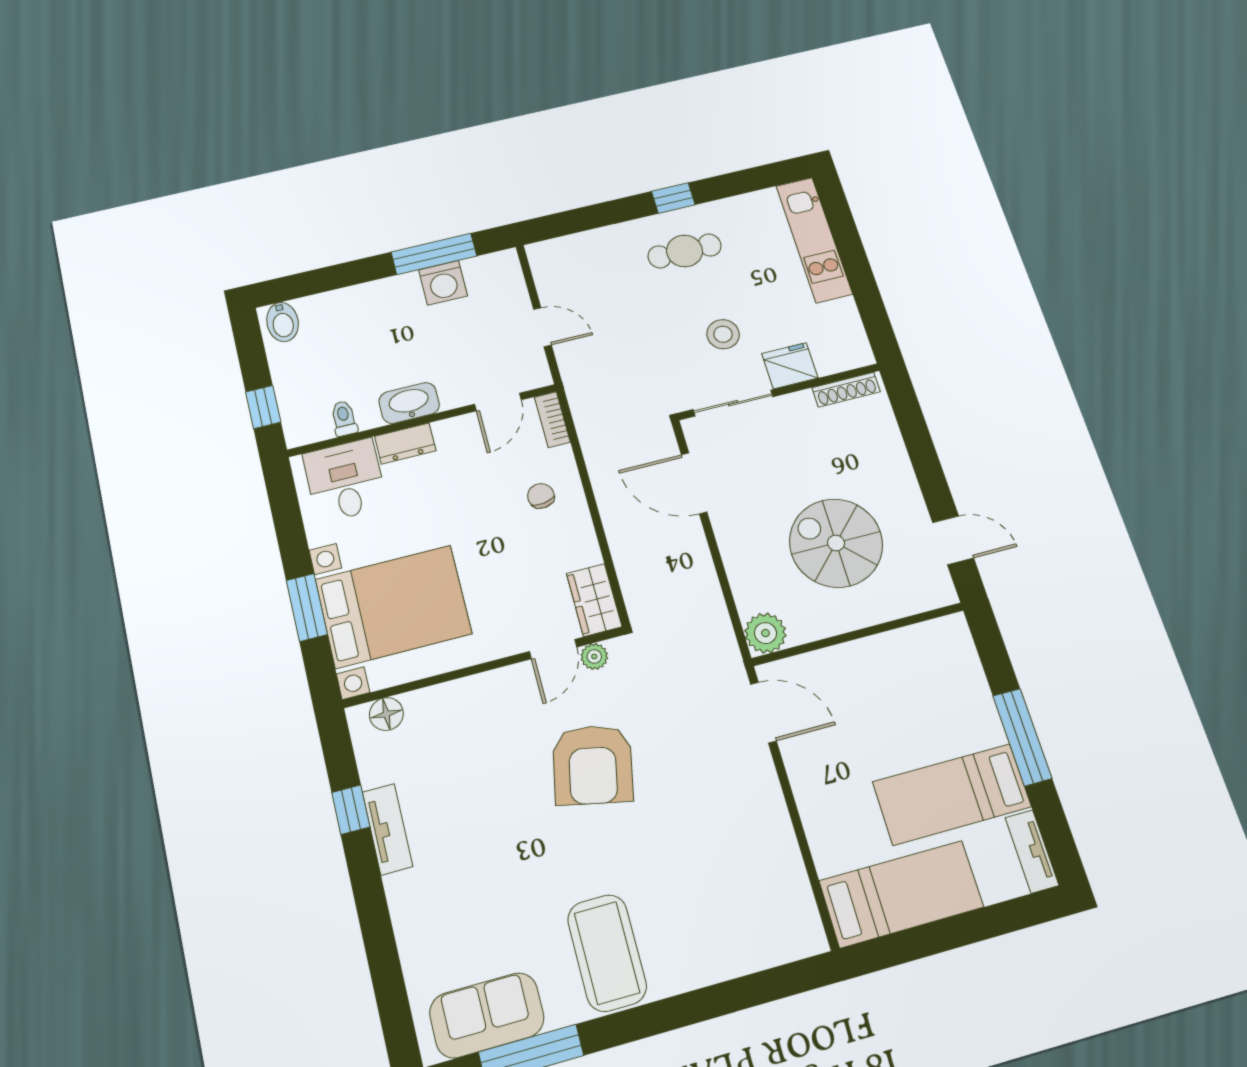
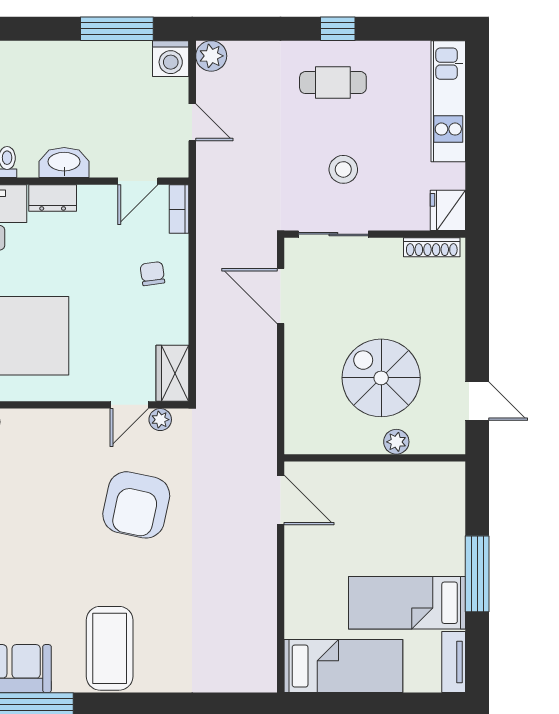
plant: (545, 256) -> (211, 56), added
washing machine: (443, 283) -> (171, 59), moved
fridge: (790, 366) -> (448, 210), moved, turned -90
plant: (765, 633) -> (396, 442), moved, width x0.73, depth x0.73

